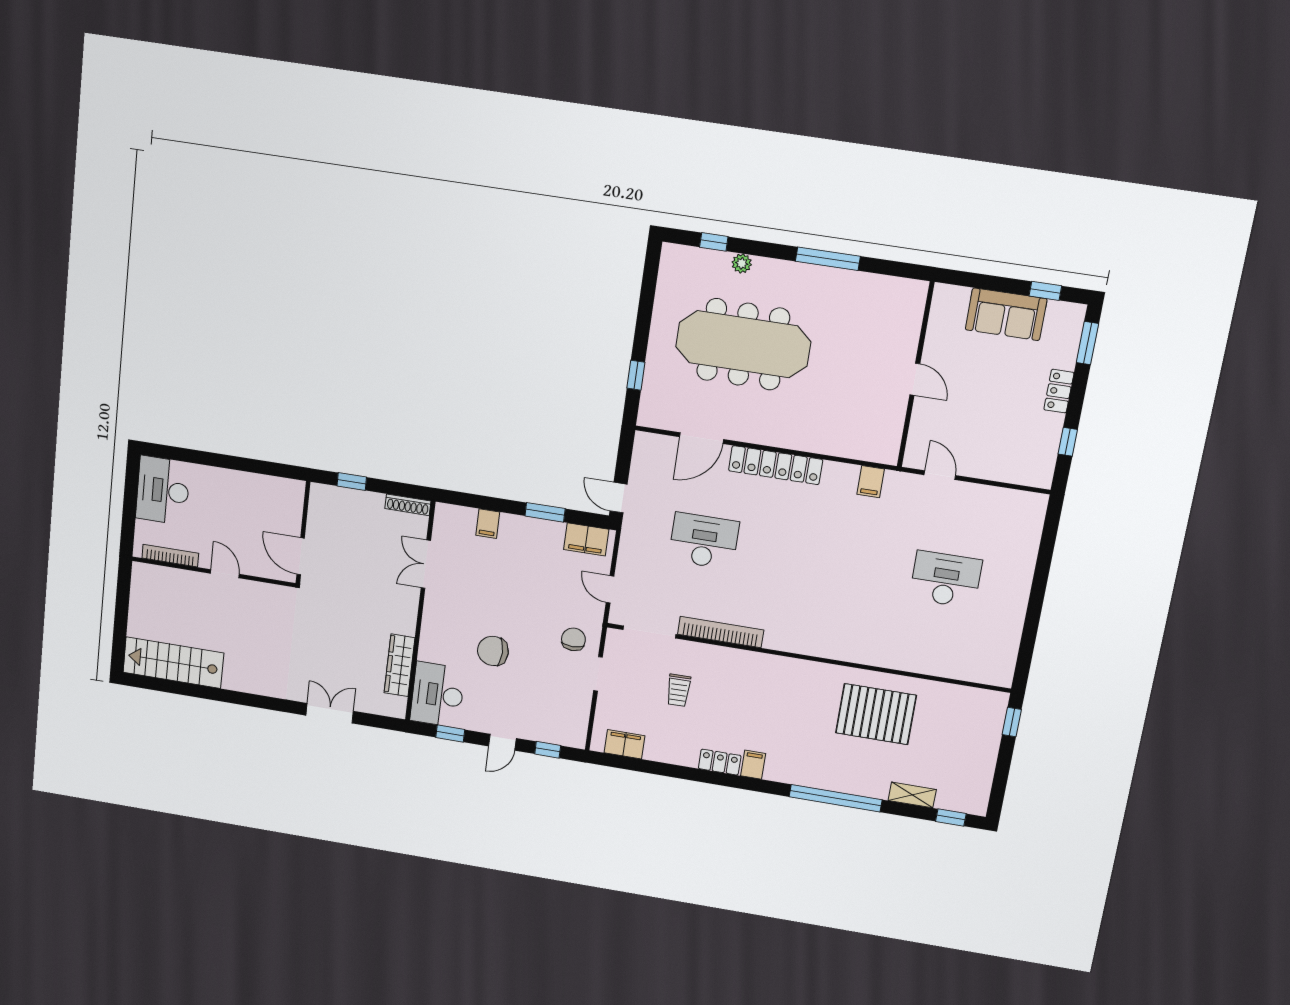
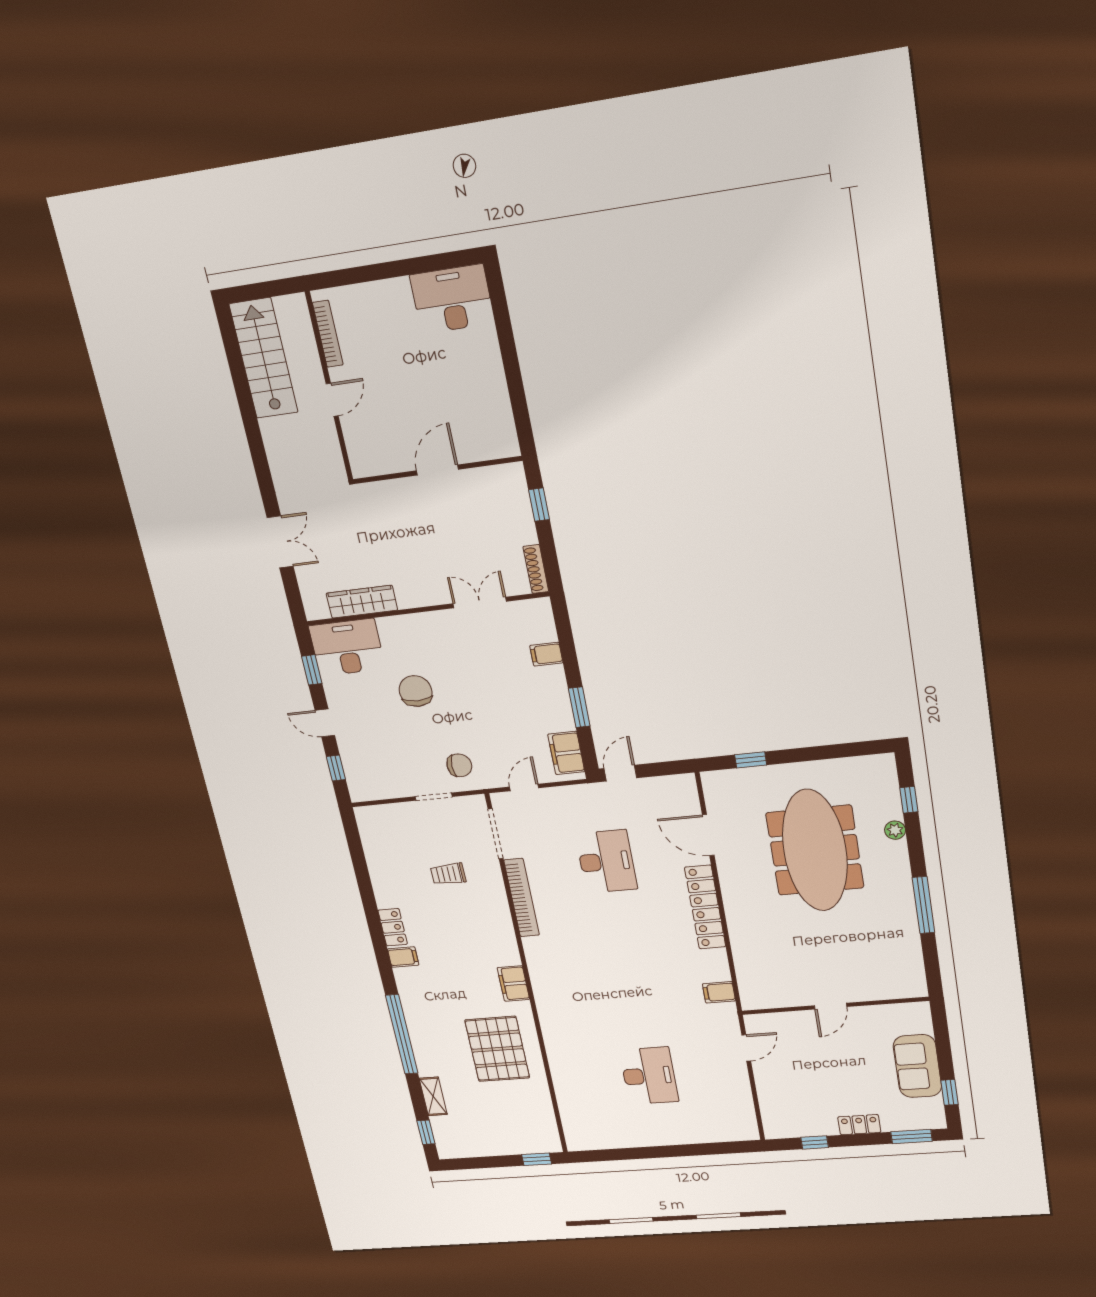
bookcase: (170, 556) -> (328, 334), moved
wall: (214, 572) -> (329, 387), moved
door: (225, 574) -> (332, 400), moved
filing cabinet: (625, 744) -> (513, 983), moved, turned 180

